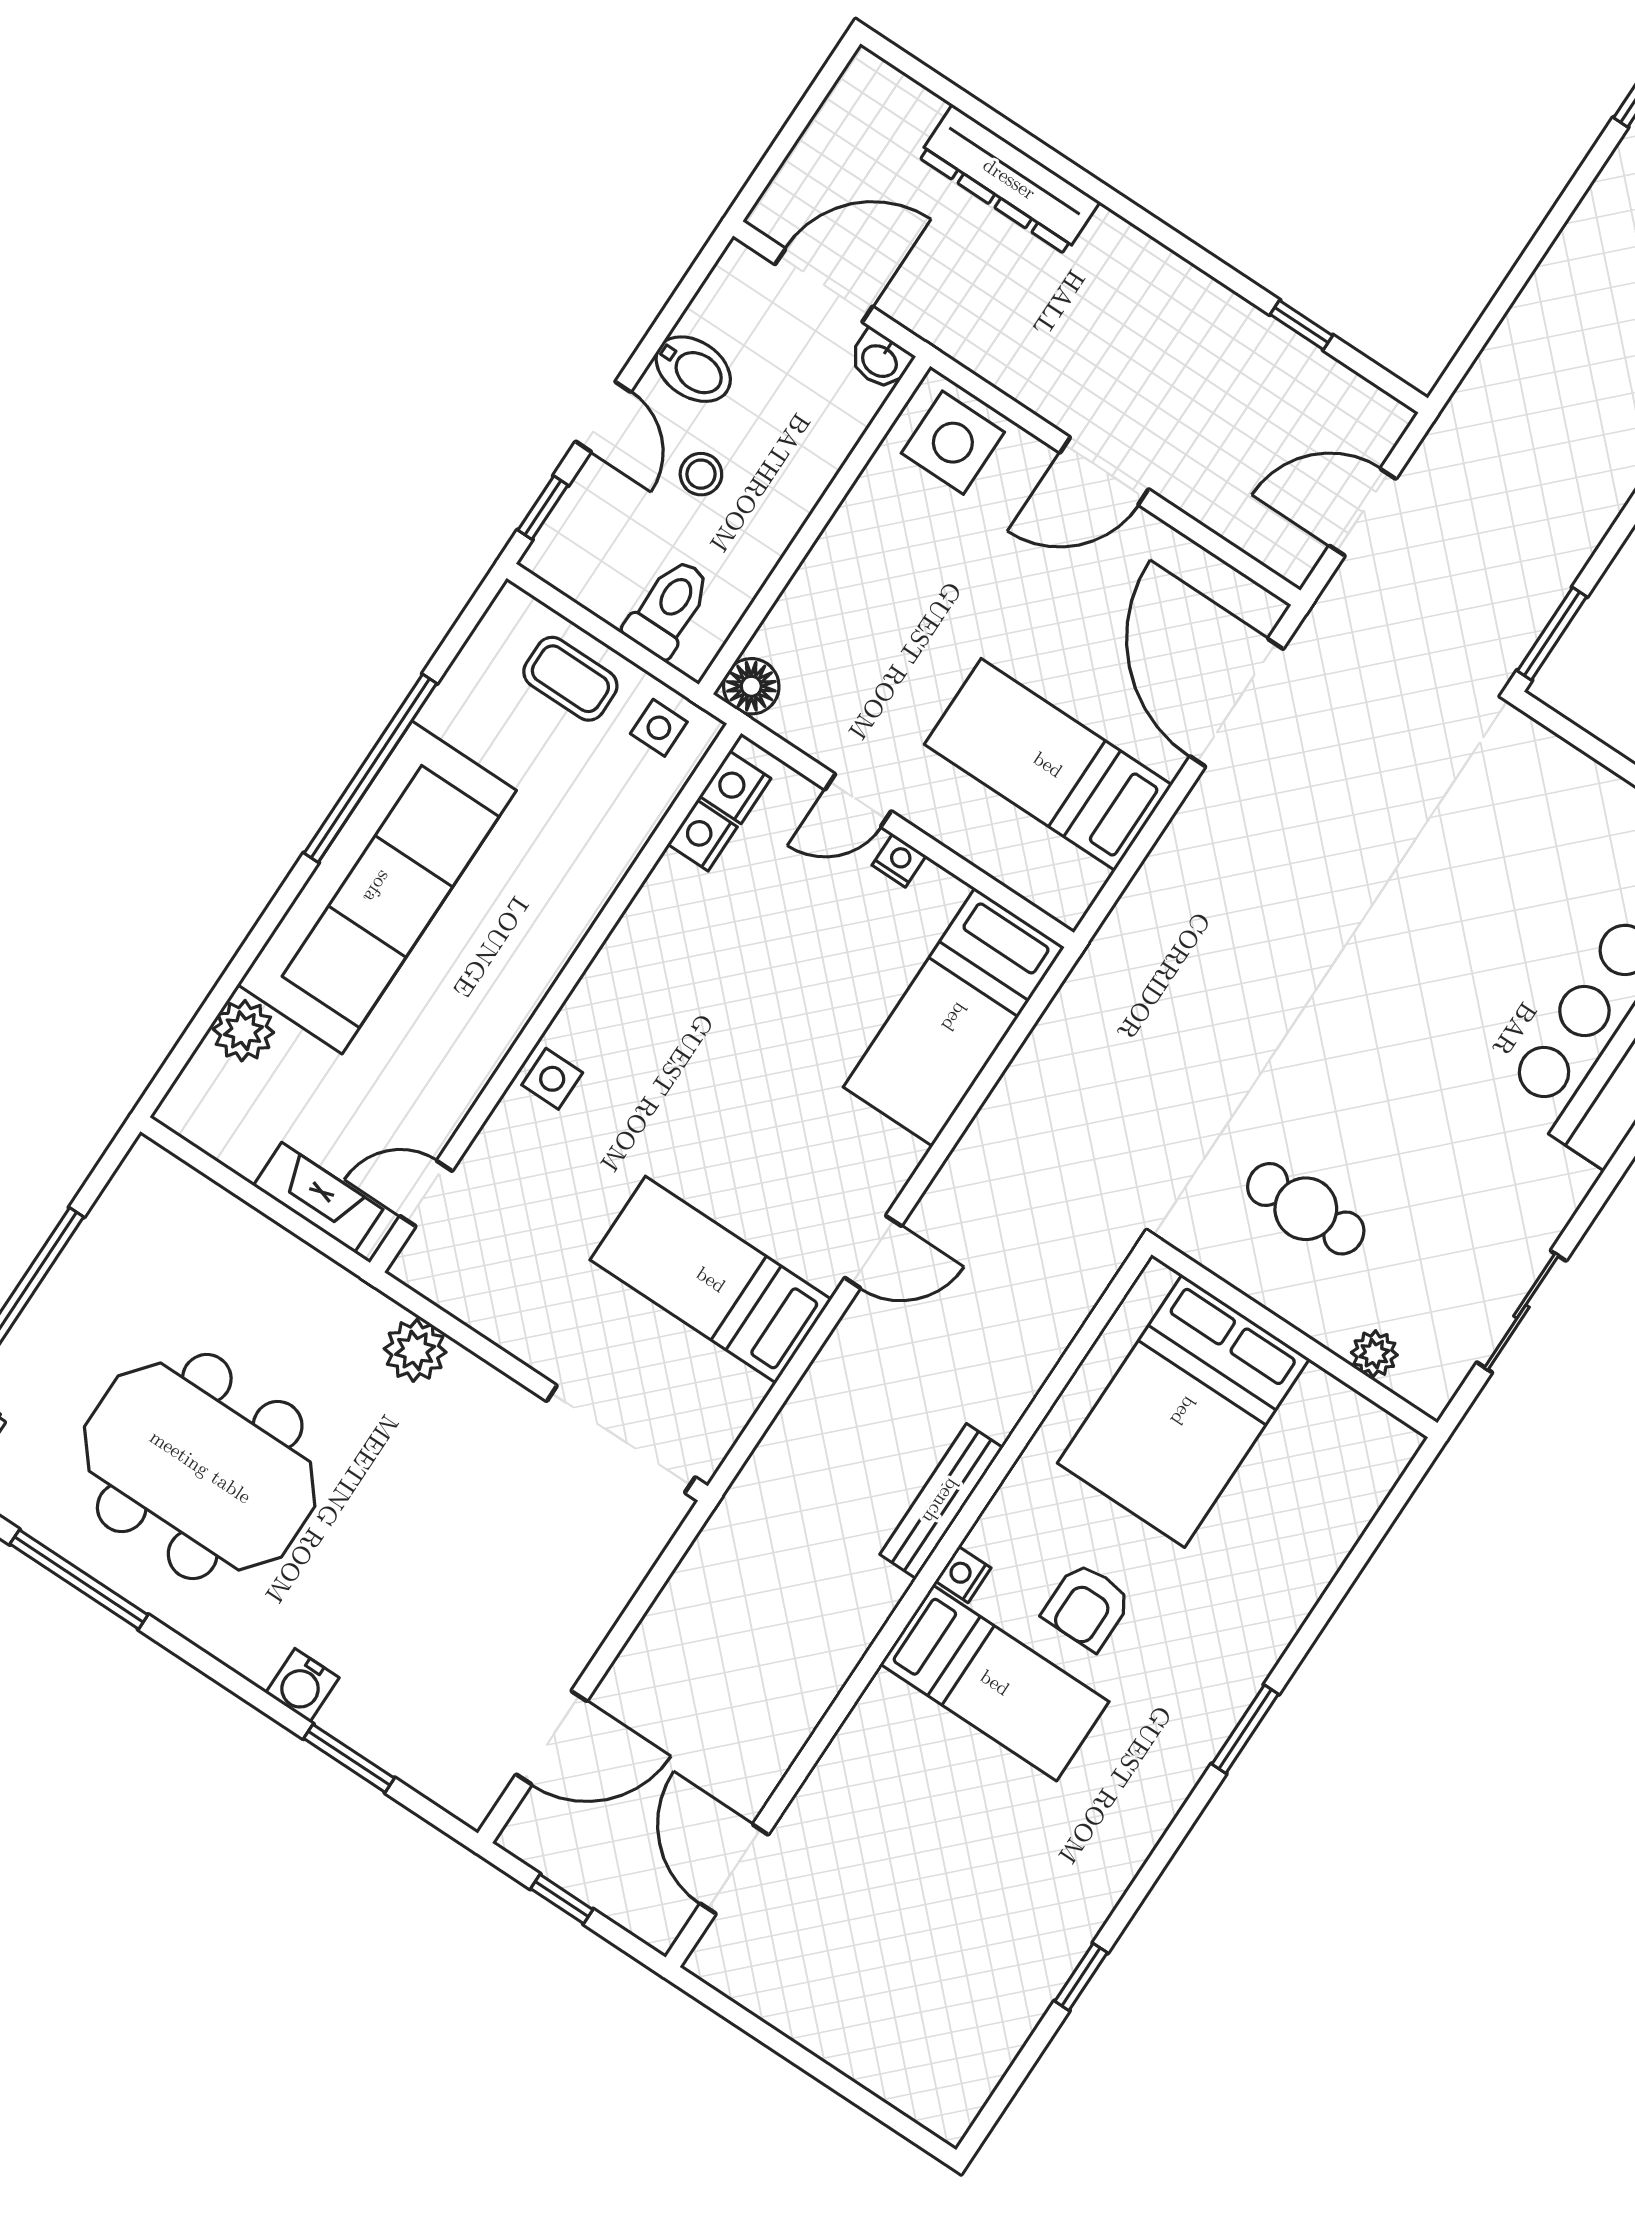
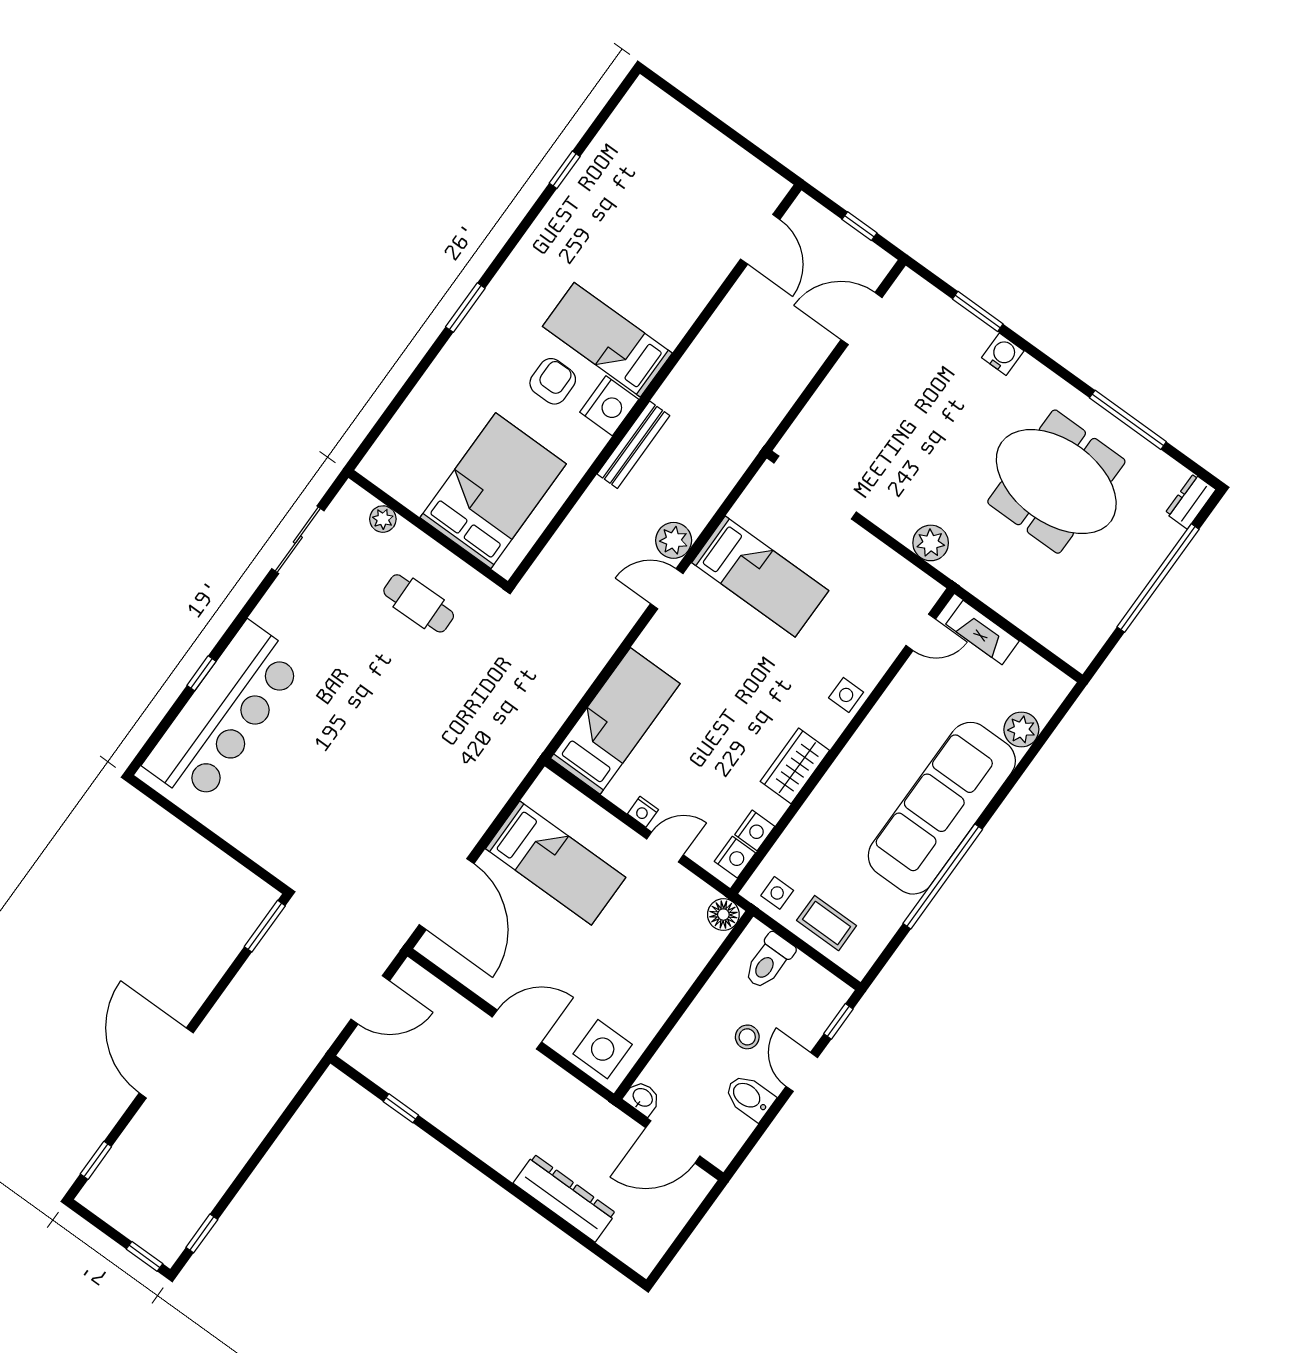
wardrobe: (637, 951) -> (795, 766), added
plant: (865, 1337) -> (674, 540), added
nightstand: (963, 1574) -> (609, 406), width x1.89, depth x1.79

